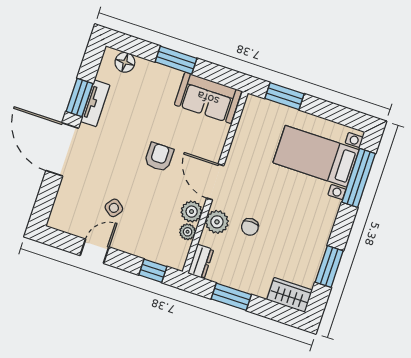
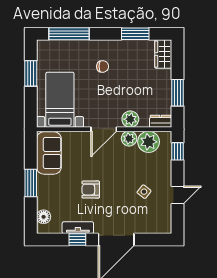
window: (284, 96) -> (31, 73), moved
window: (80, 97) -> (77, 239), width x0.67
bed with nightstands: (316, 156) -> (60, 100), moved, turned 180
armchair: (159, 157) -> (91, 190), moved
chair: (250, 227) -> (103, 66), moved
plant: (188, 232) -> (149, 142), width x1.87, depth x1.87
door: (95, 251) -> (177, 195), swing flipped

